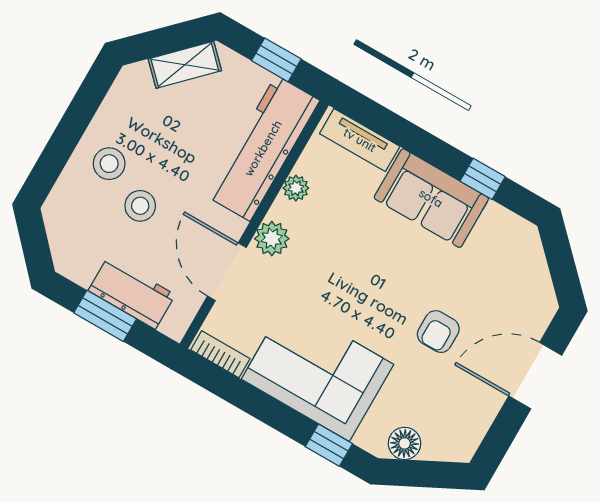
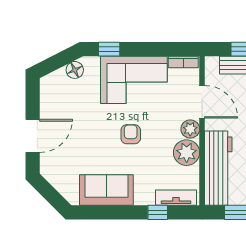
window: (483, 179) -> (158, 212), moved
plant: (296, 188) -> (187, 153), width x1.88, depth x1.88
sofa: (431, 198) -> (106, 190), moved
armchair: (438, 332) -> (131, 134), moved

